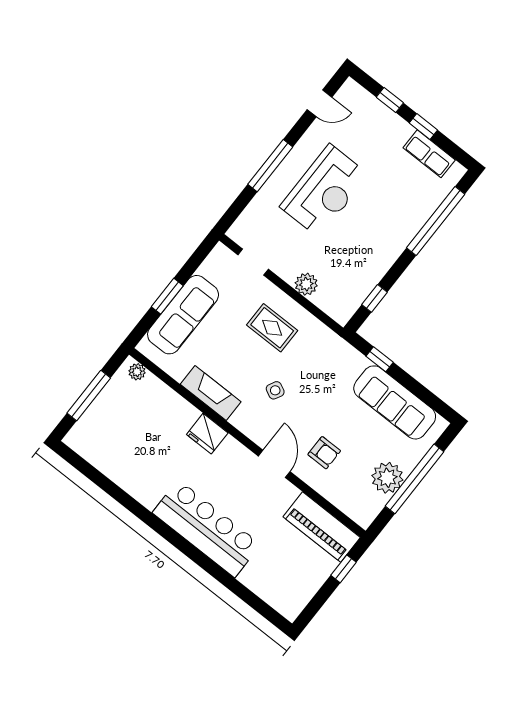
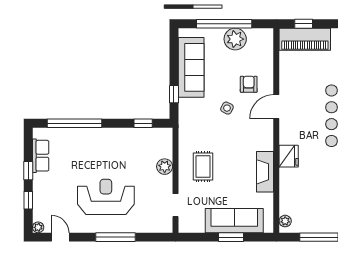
plant: (350, 87) -> (38, 227), added
side table: (275, 390) -> (227, 108), moved
piano: (322, 527) -> (305, 39), moved, turned 90

